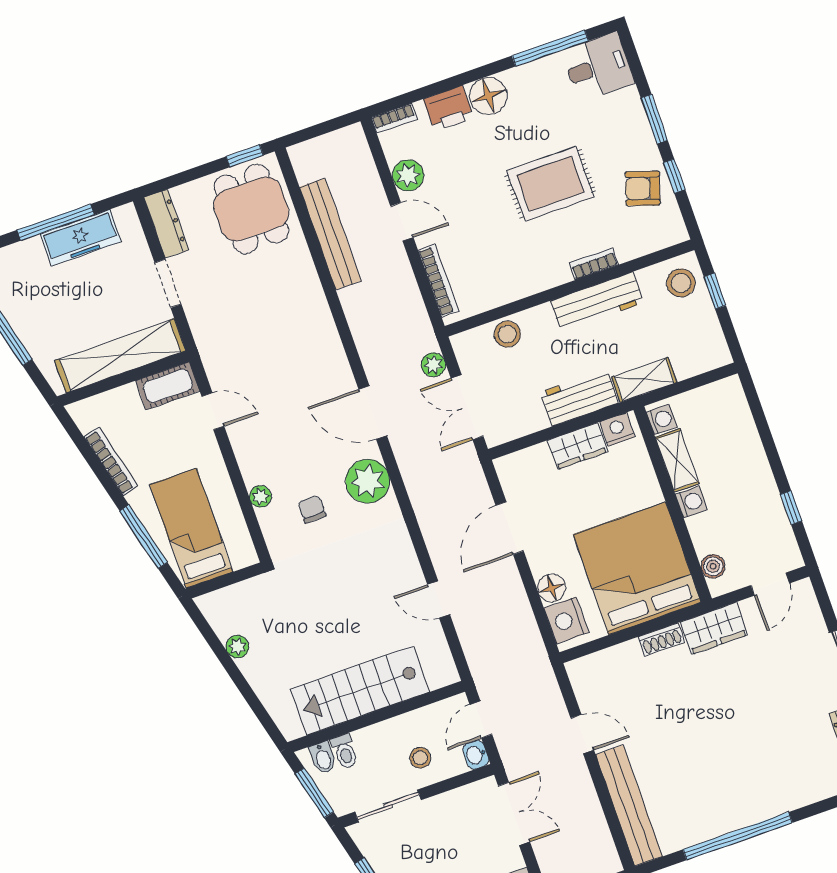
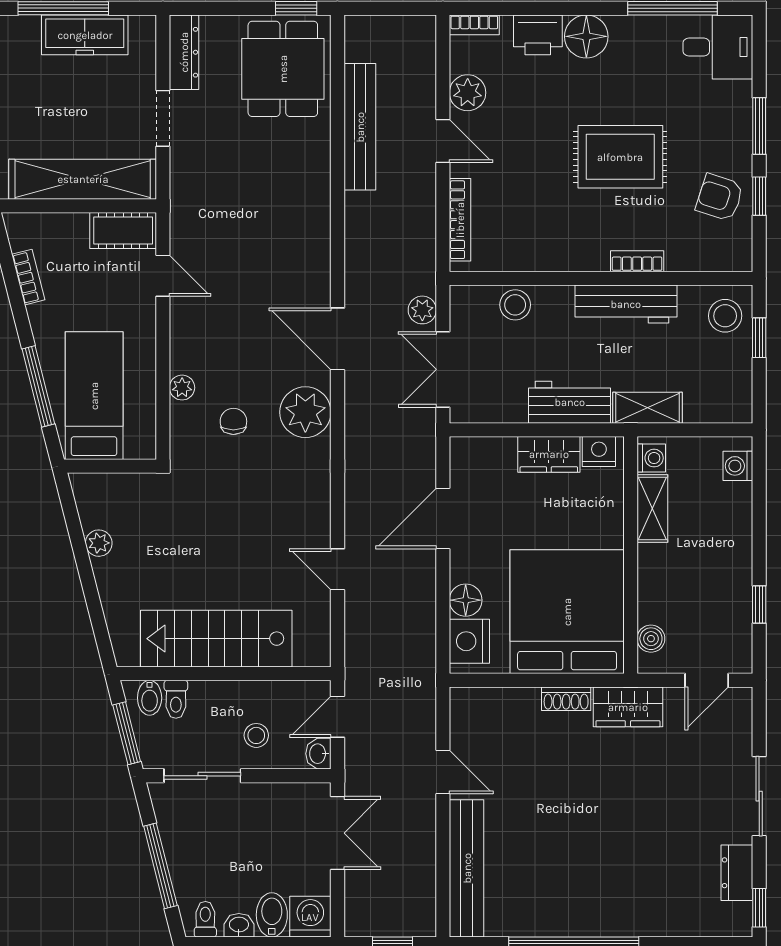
bookcase: (111, 461) -> (28, 277), width x0.64
washing machine: (691, 502) -> (738, 466), moved, turned 180

